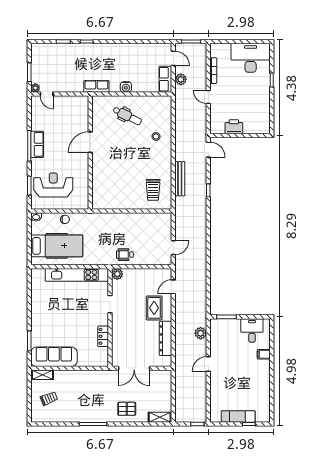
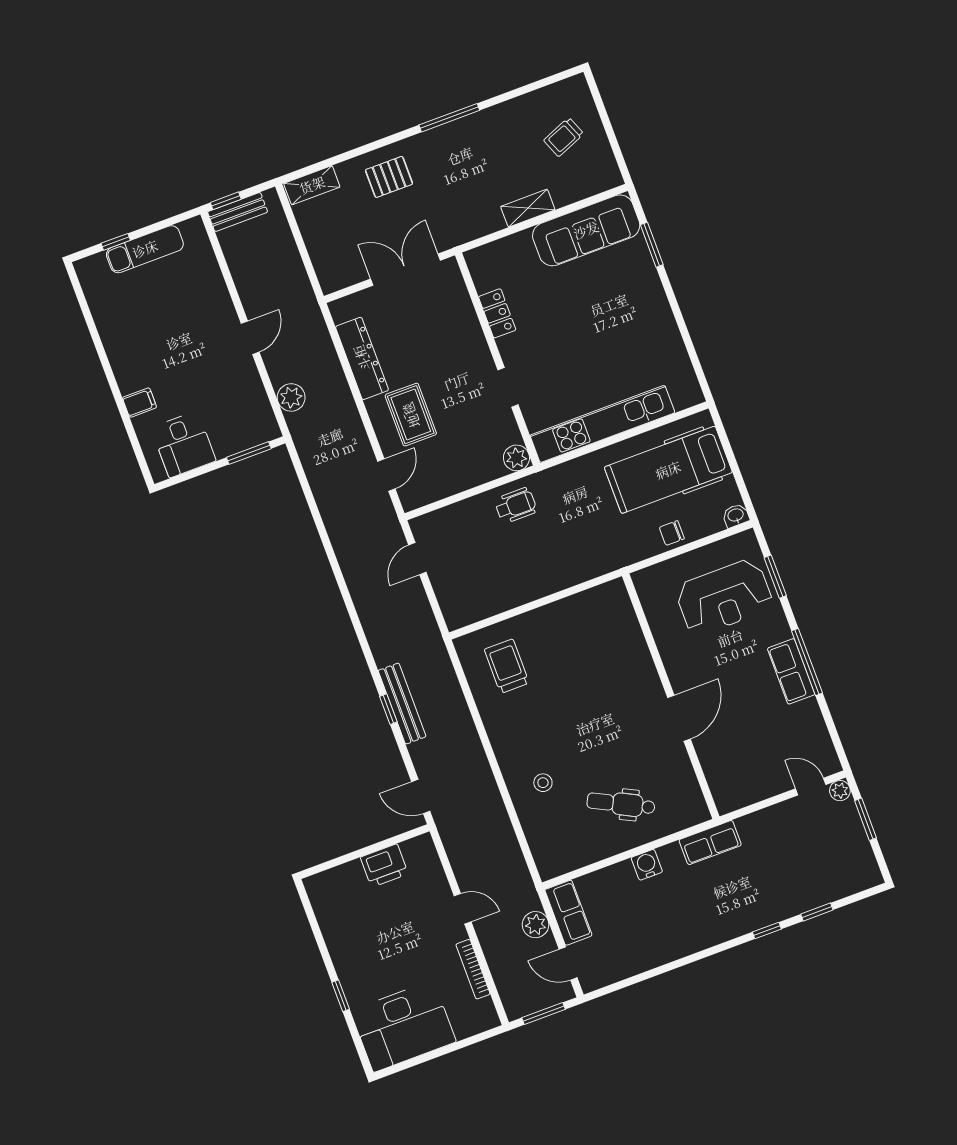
bench: (180, 179) -> (402, 704), moved
shelving: (42, 375) -> (528, 208), moved
bench: (194, 418) -> (238, 212), added

